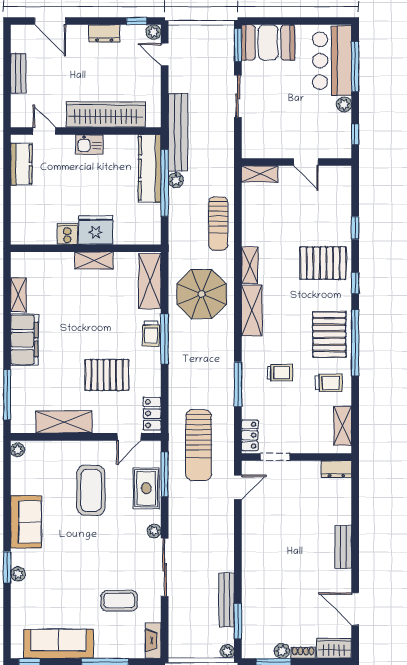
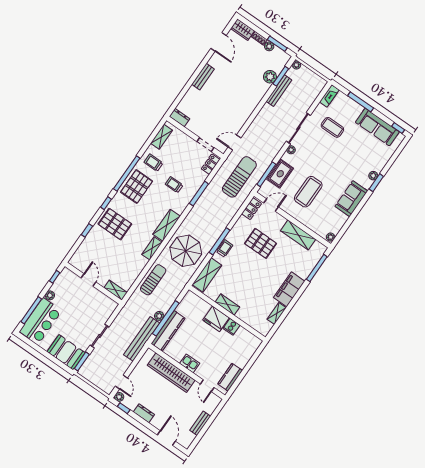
plant: (252, 610) -> (270, 77), added

